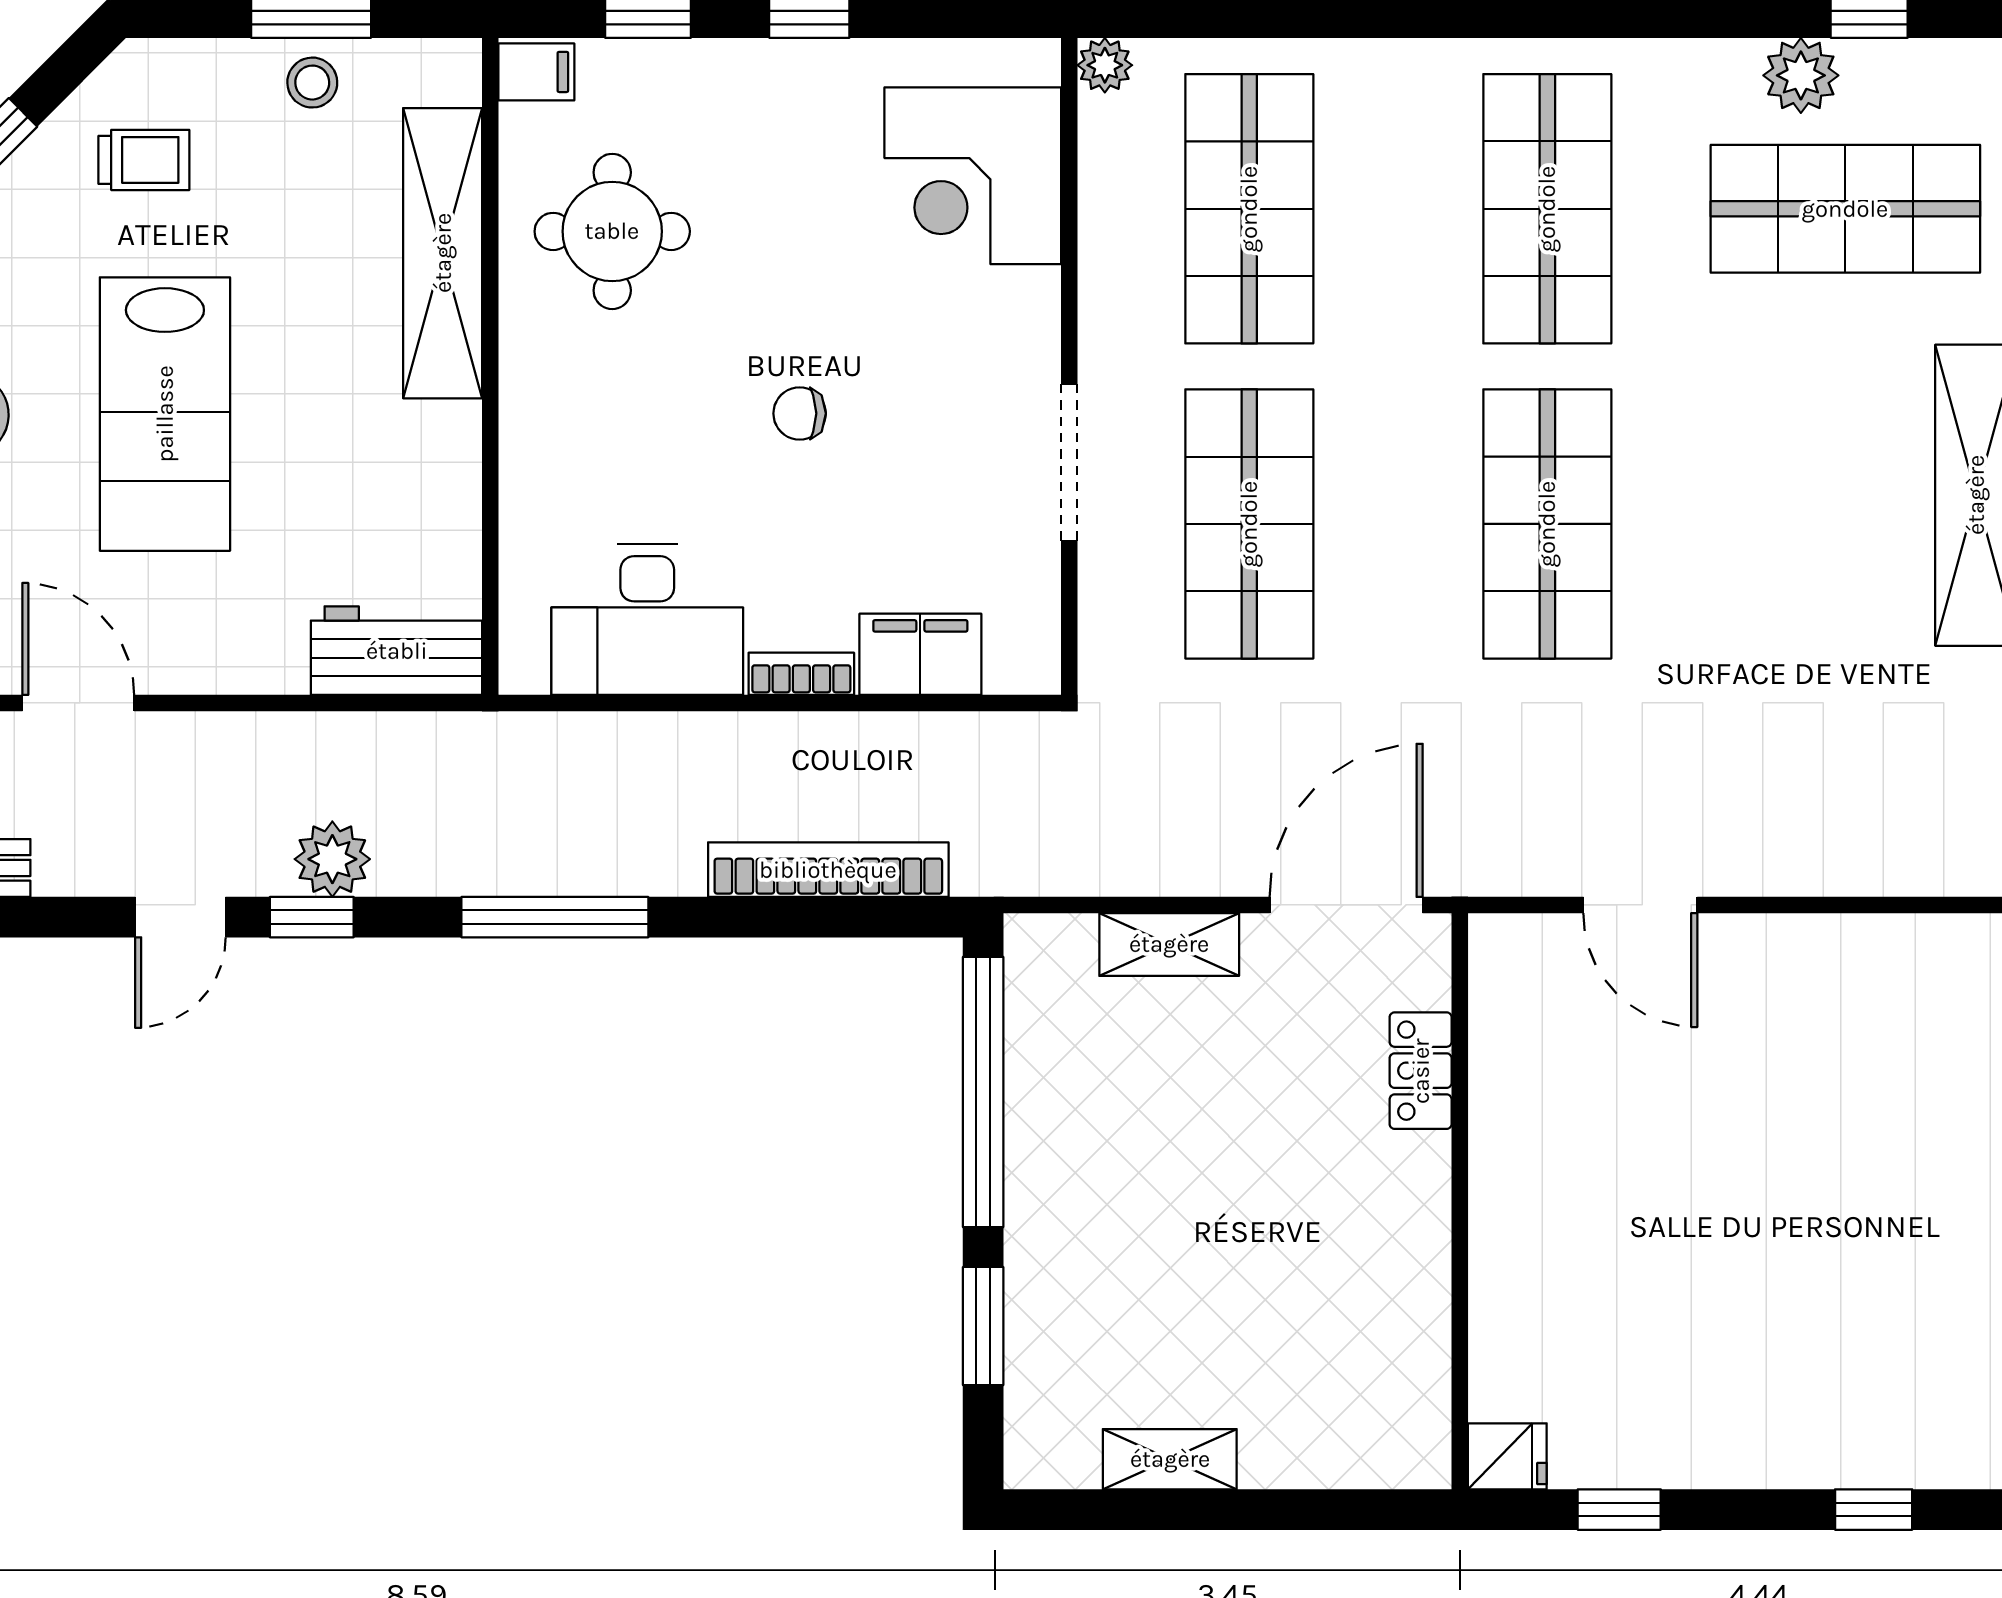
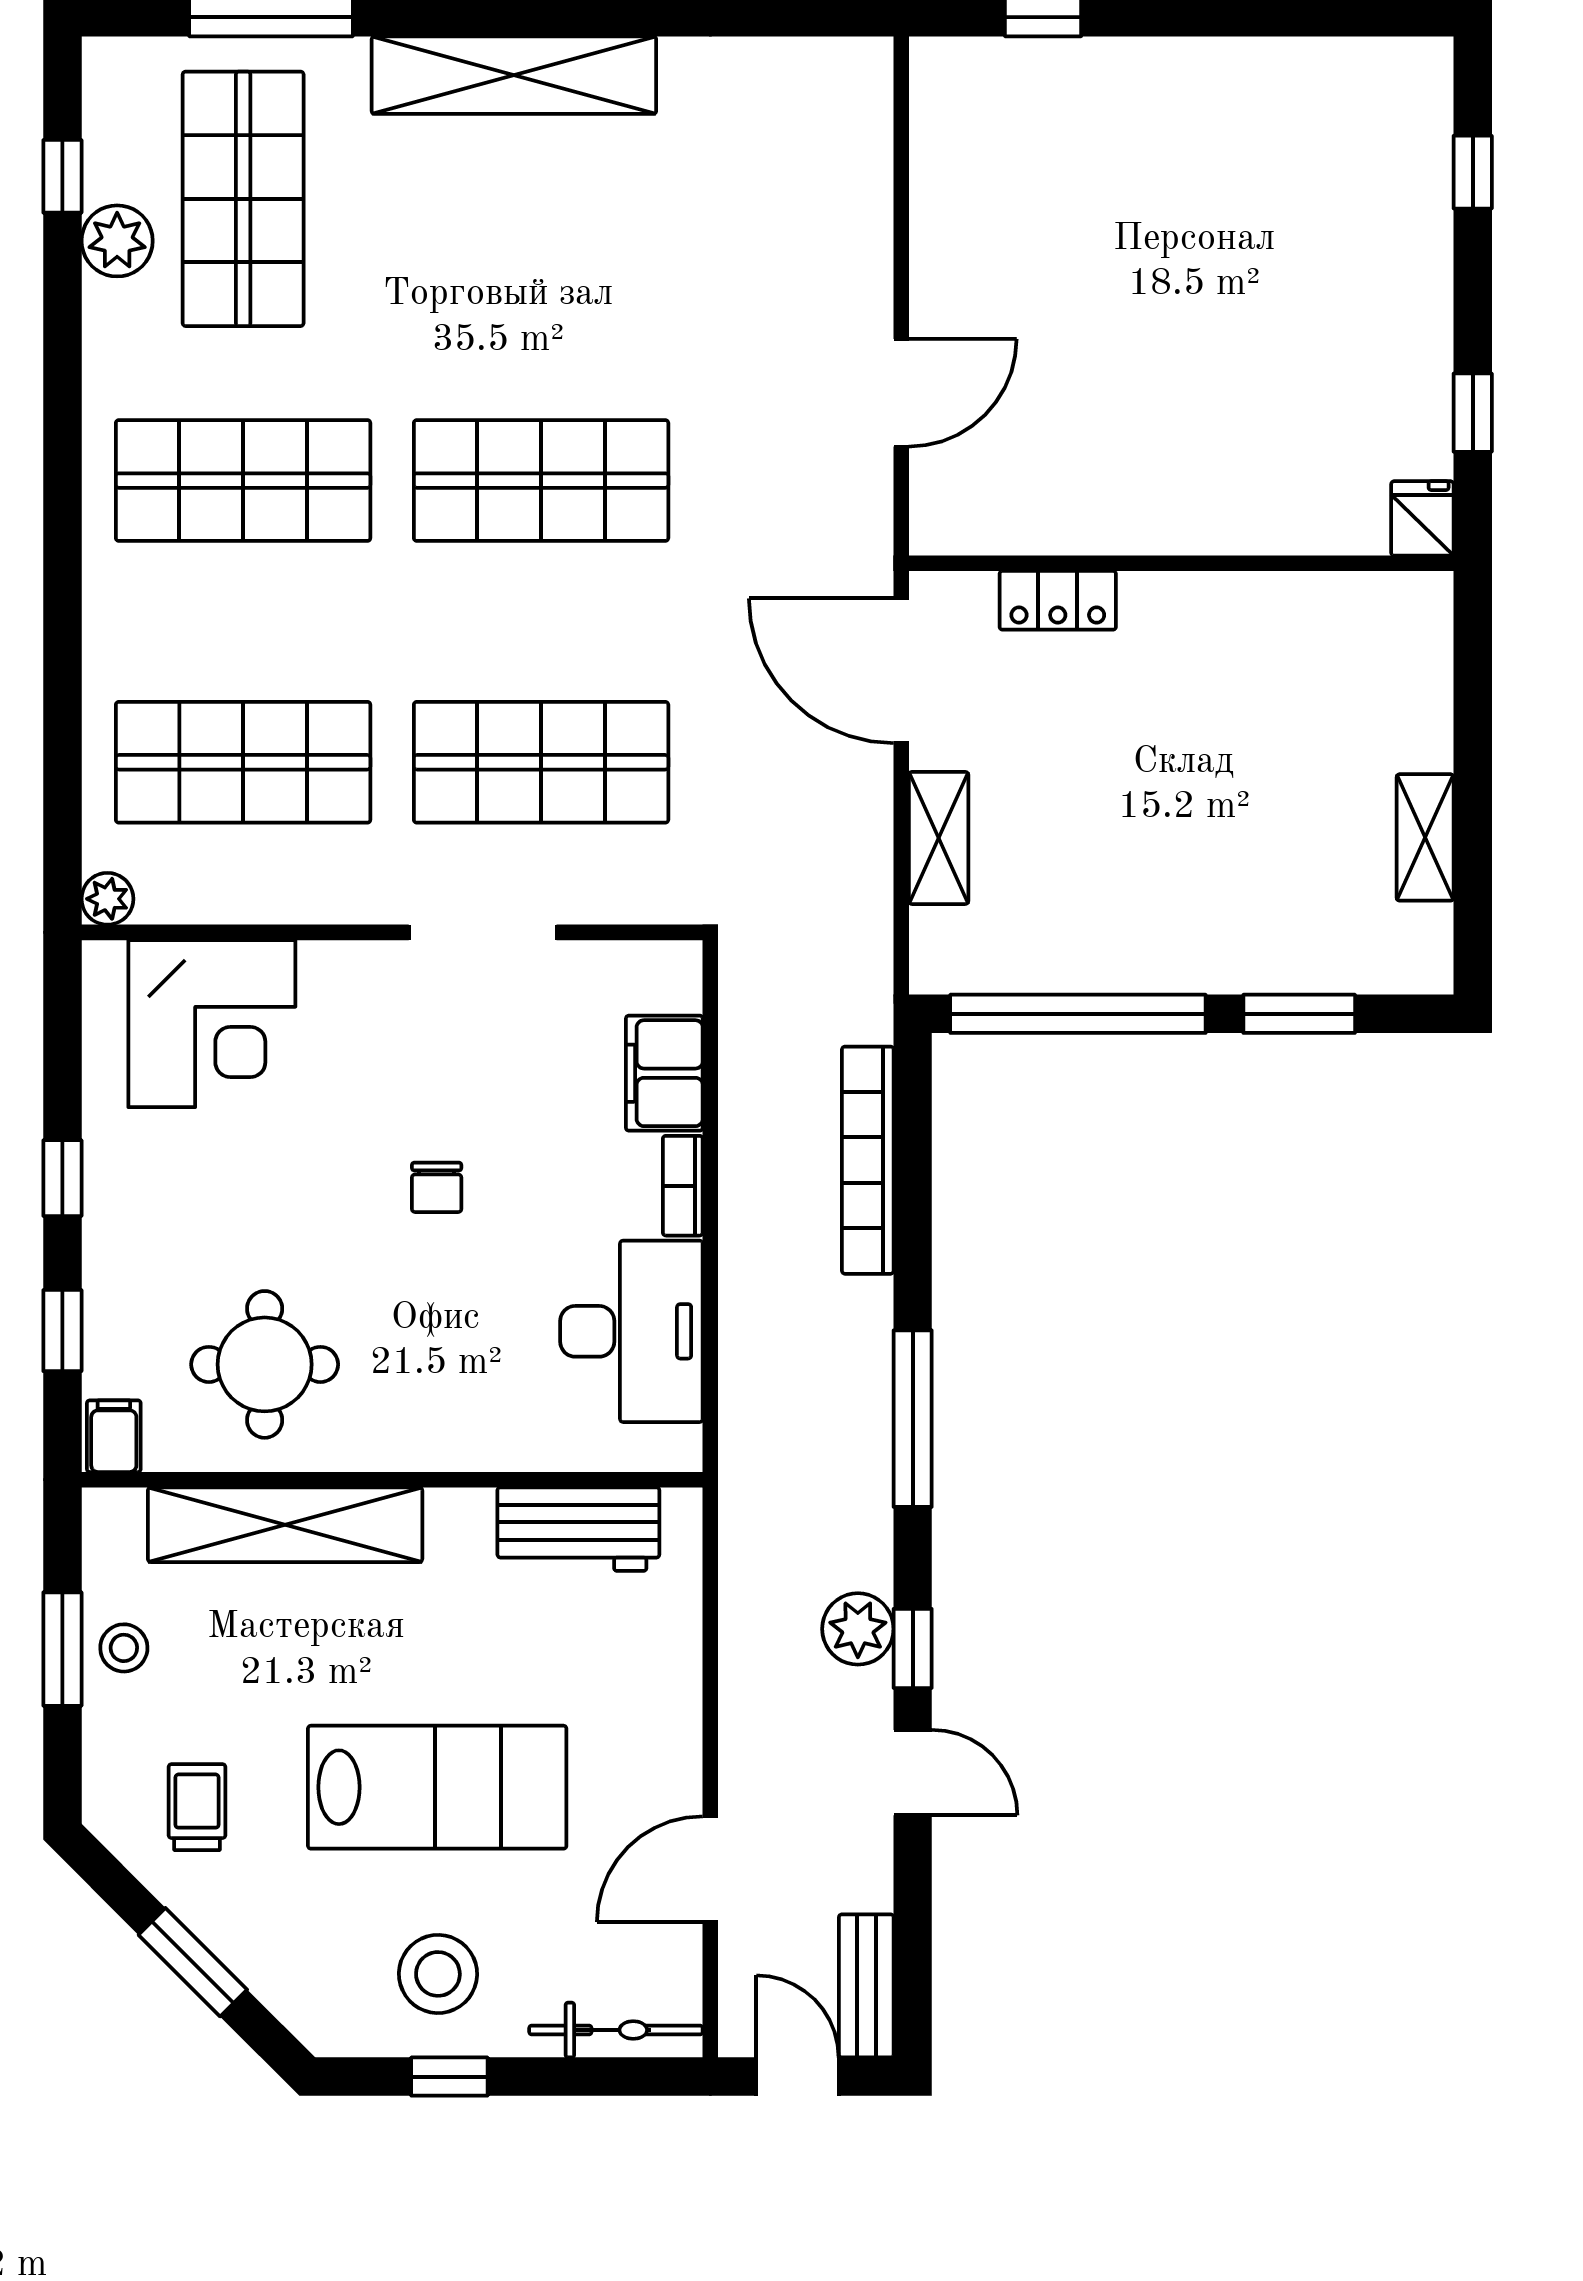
workbench: (397, 651) -> (578, 1529), moved, turned -90

